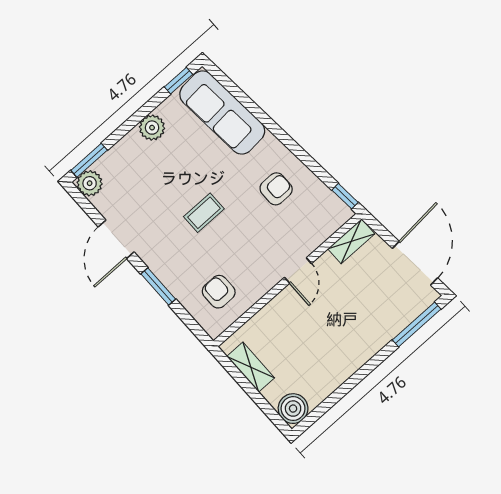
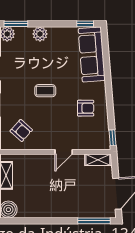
plant: (152, 128) -> (40, 34), moved
armchair: (219, 292) -> (21, 130), turned 132

